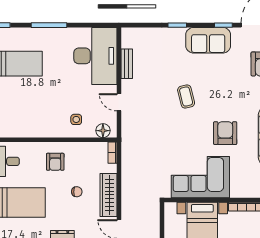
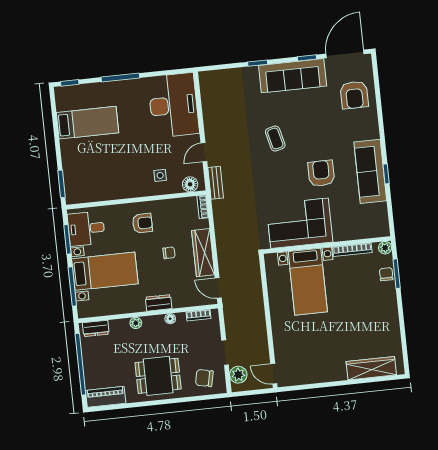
sofa: (208, 40) -> (293, 76), width x1.36
bench: (127, 64) -> (216, 183), moved
door: (119, 102) -> (204, 152), hinge flipped
armchair: (55, 162) -> (142, 223), turned -90

